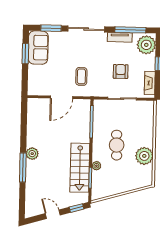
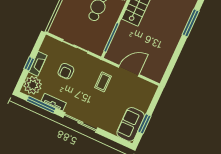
window: (51, 28) -> (112, 137), removed
fireplace: (150, 83) -> (38, 64), moved
plant: (32, 154) -> (177, 32), removed

